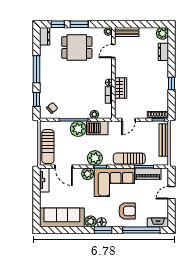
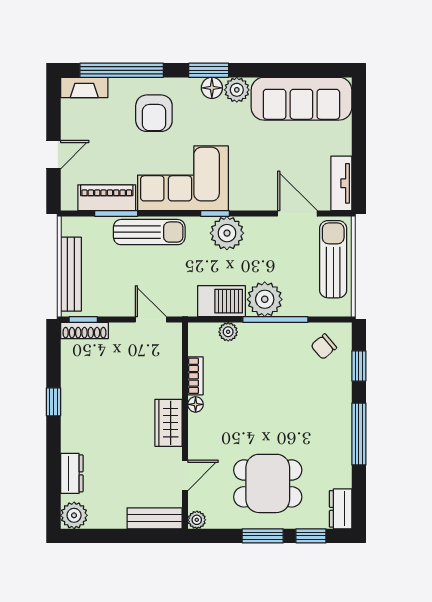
wardrobe: (121, 88) -> (169, 423), moved
door: (129, 120) -> (151, 320), hinge flipped
plant: (88, 174) -> (243, 197), removed
armchair: (127, 211) -> (154, 113), turned -90

